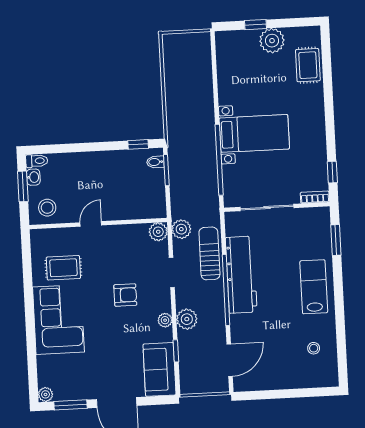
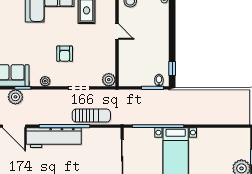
plant: (181, 229) -> (110, 96), removed
workbench: (241, 275) -> (54, 138), moved
plant: (187, 319) -> (15, 97), moved

